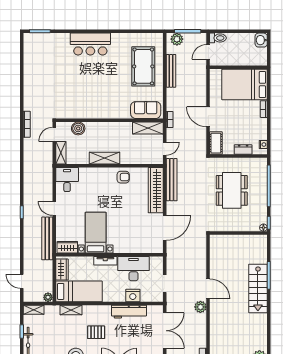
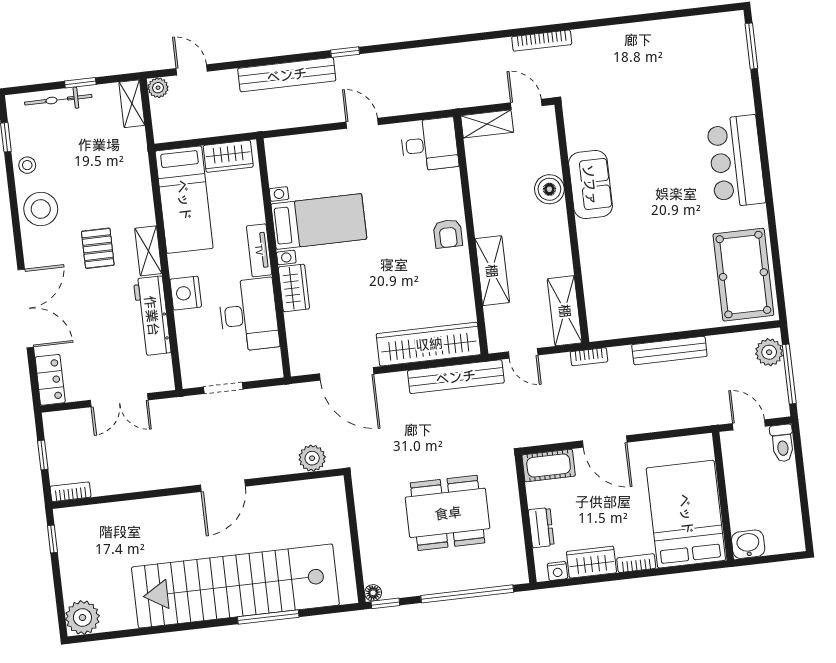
washbasin: (261, 40) -> (748, 544), moved
pool table: (143, 66) -> (743, 275), moved, turned 90
bench: (171, 71) -> (669, 350), moved
sofa: (146, 110) -> (590, 185), moved
door: (208, 117) -> (605, 441), swing flipped
boiler: (78, 128) -> (549, 189), moved
wardrobe: (261, 129) -> (592, 562), added
shelving: (105, 158) -> (492, 271), moved
armchair: (123, 177) -> (448, 234), moved
door: (54, 208) -> (362, 123), hinge flipped
bench: (47, 238) -> (287, 75), moved
wardrobe: (67, 247) -> (294, 288), moved
door: (22, 281) -> (192, 70), hinge flipped
stairs: (258, 288) -> (235, 586), width x1.86, depth x1.51
nightstand: (133, 296) -> (186, 293), moved
plant: (48, 297) -> (158, 88), moved
plant: (200, 307) -> (312, 458), moved
shelving: (71, 310) -> (148, 251), moved
double door: (165, 331) -> (119, 400), width x0.73

